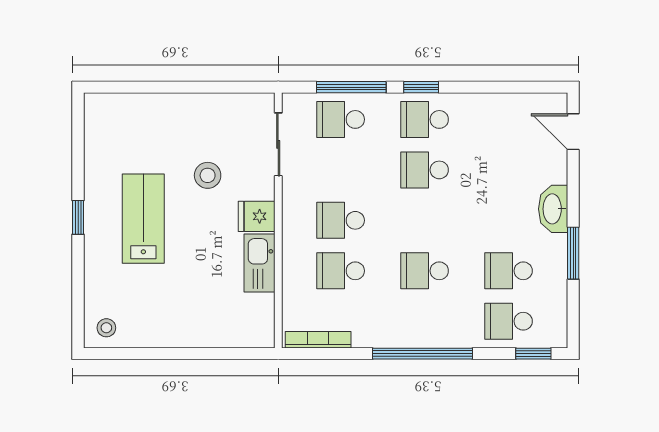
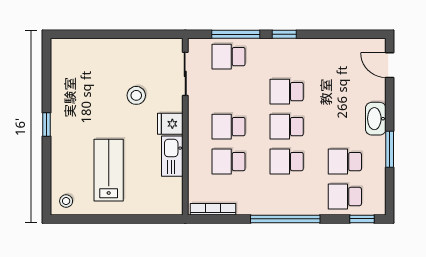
school desk: (425, 119) -> (287, 127), moved
lab bench: (143, 219) -> (109, 170), moved

